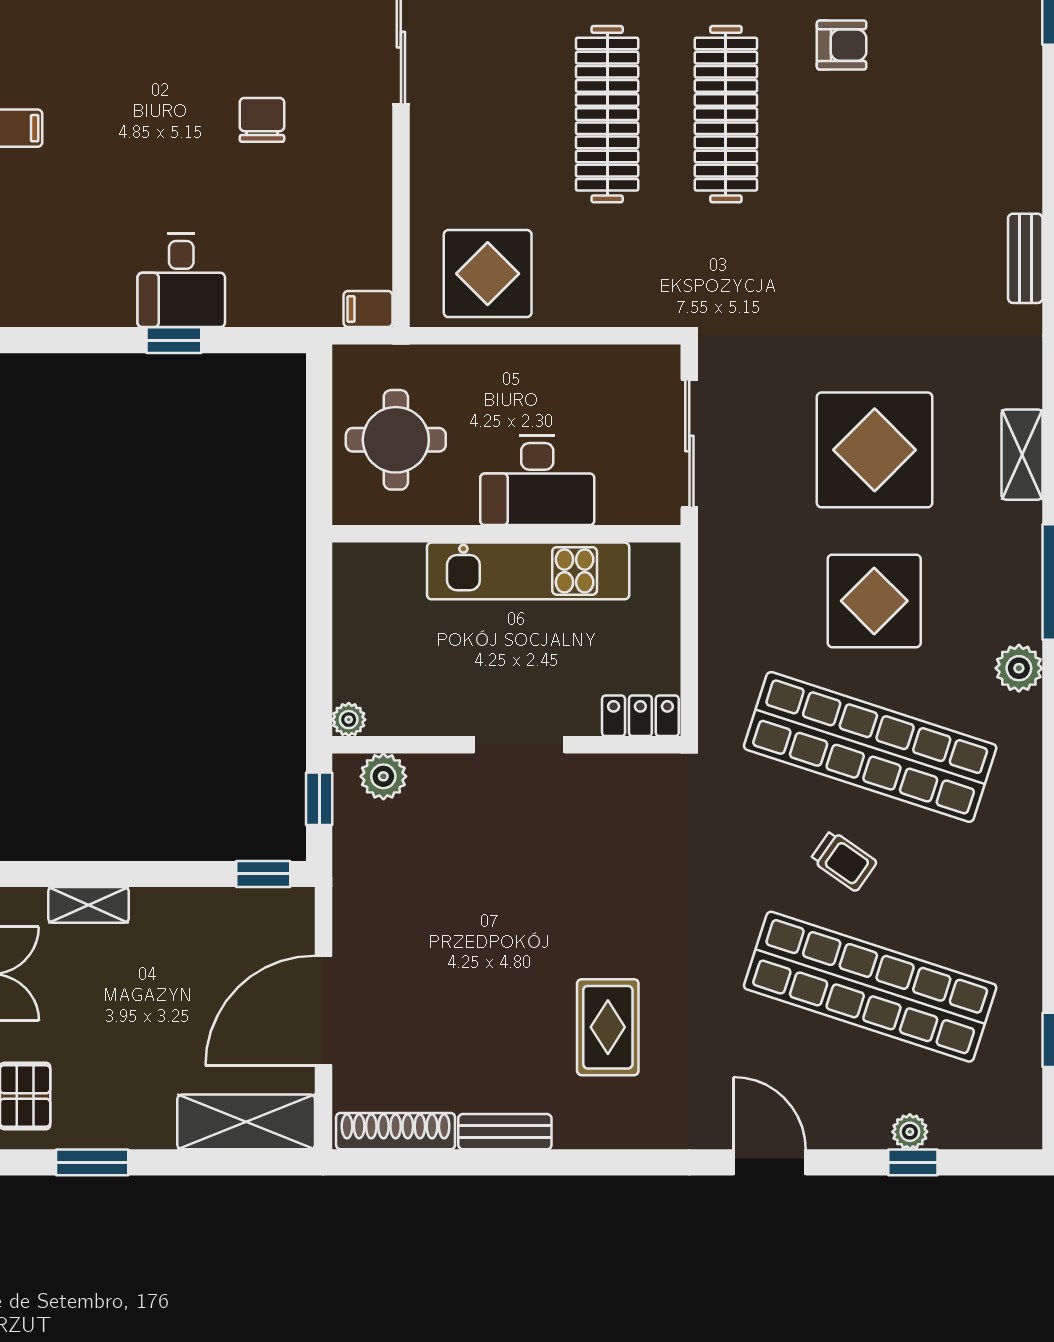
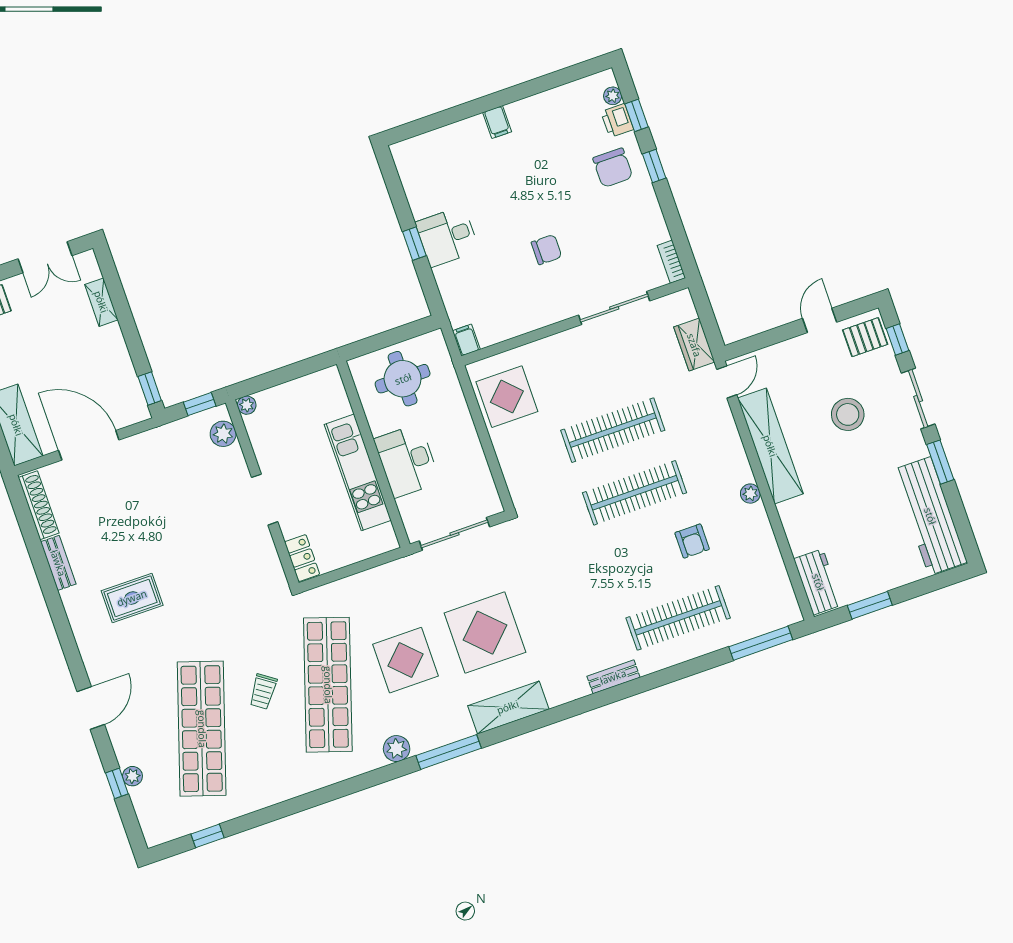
clothes rail: (964, 114) -> (678, 618), added
shelving: (1022, 455) -> (508, 707), width x1.50, depth x1.33

